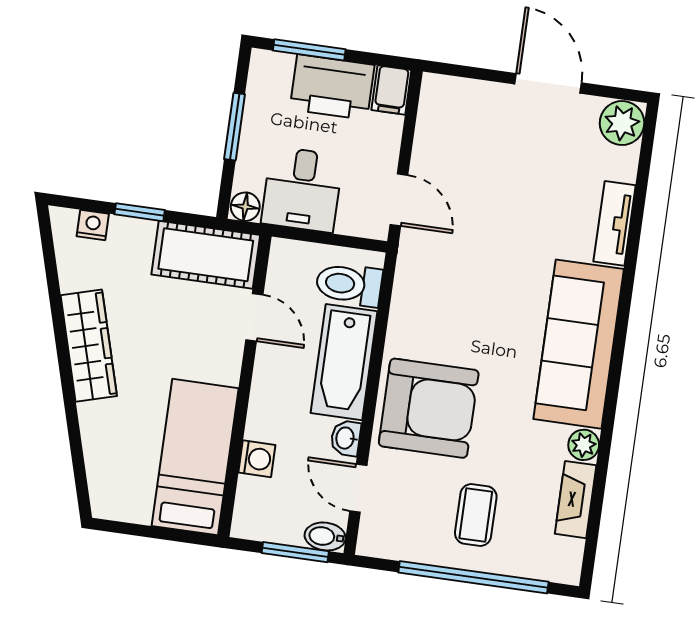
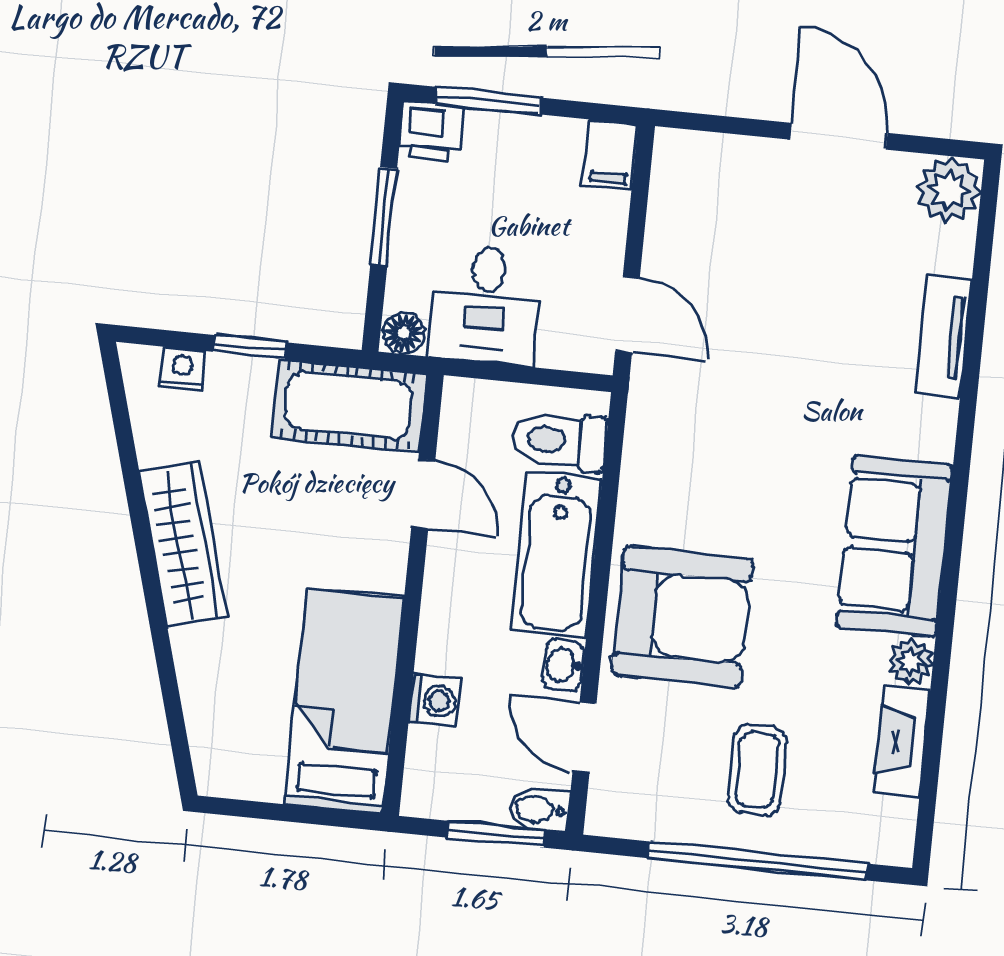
printer: (332, 87) -> (431, 131), moved, width x0.53, depth x0.68
sofa: (579, 344) -> (895, 546), width x0.73

